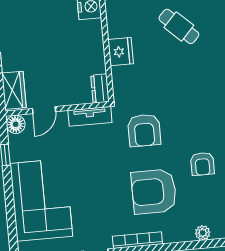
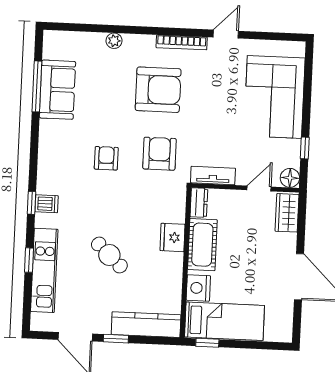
cot: (91, 49) -> (202, 245), added
armchair: (202, 164) -> (106, 158), moved

